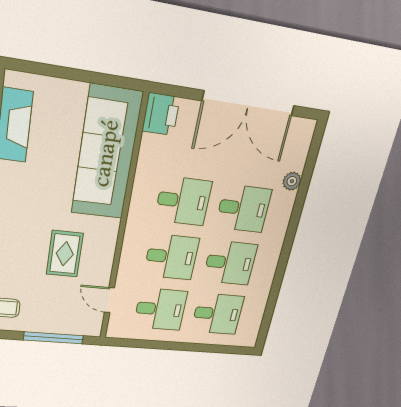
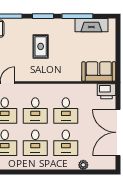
sofa: (107, 153) -> (99, 71), width x0.54, depth x0.79
rug: (65, 254) -> (41, 46), moved, turned 90

